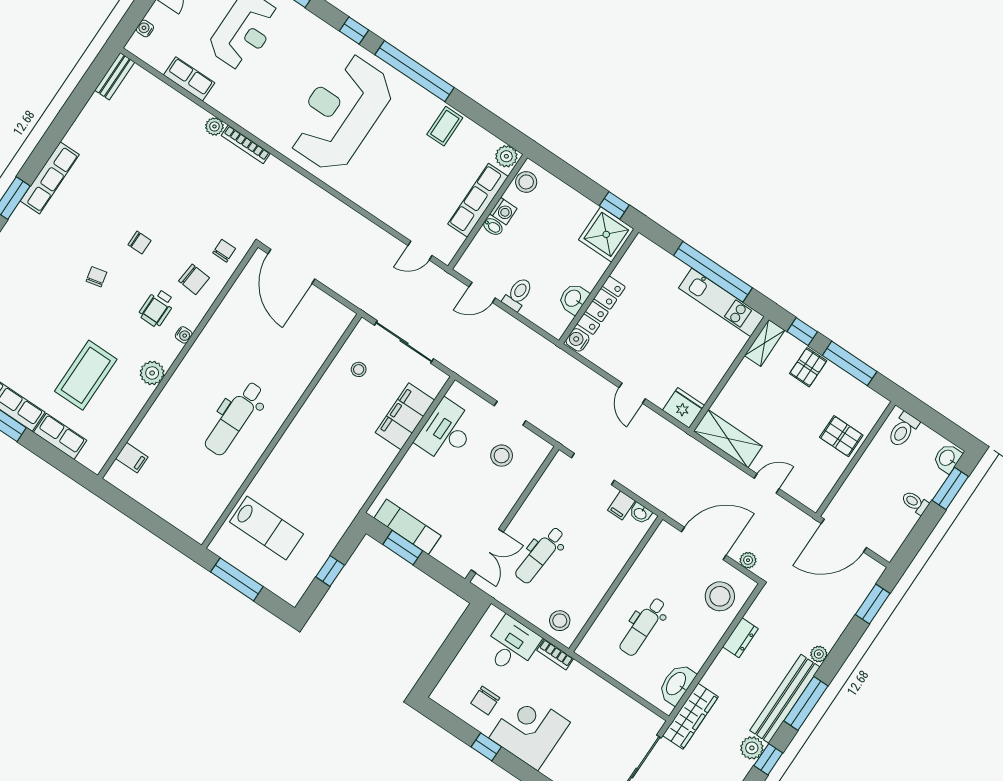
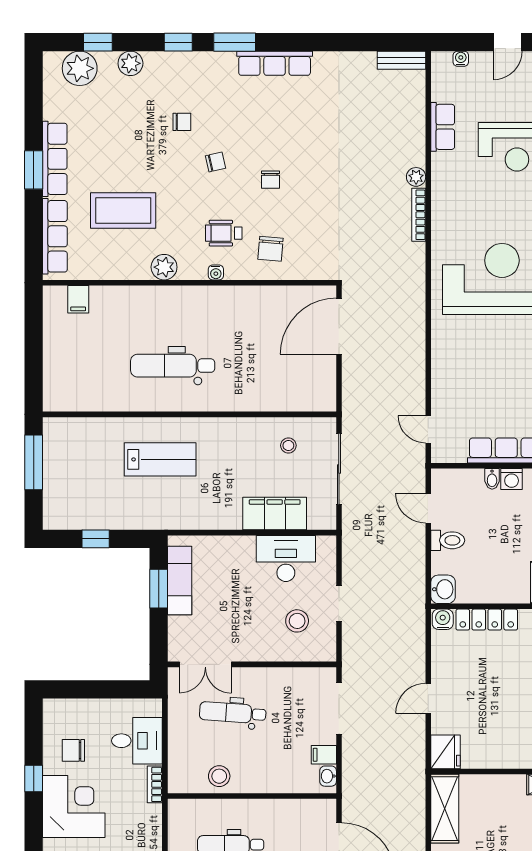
chair: (224, 251) -> (182, 122), moved
washbasin: (573, 299) -> (443, 589), moved, turned 90
row of seats: (60, 436) -> (55, 236), width x1.48
lab bench: (266, 528) -> (160, 459), moved, turned -90
stool: (560, 621) -> (219, 776), moved

